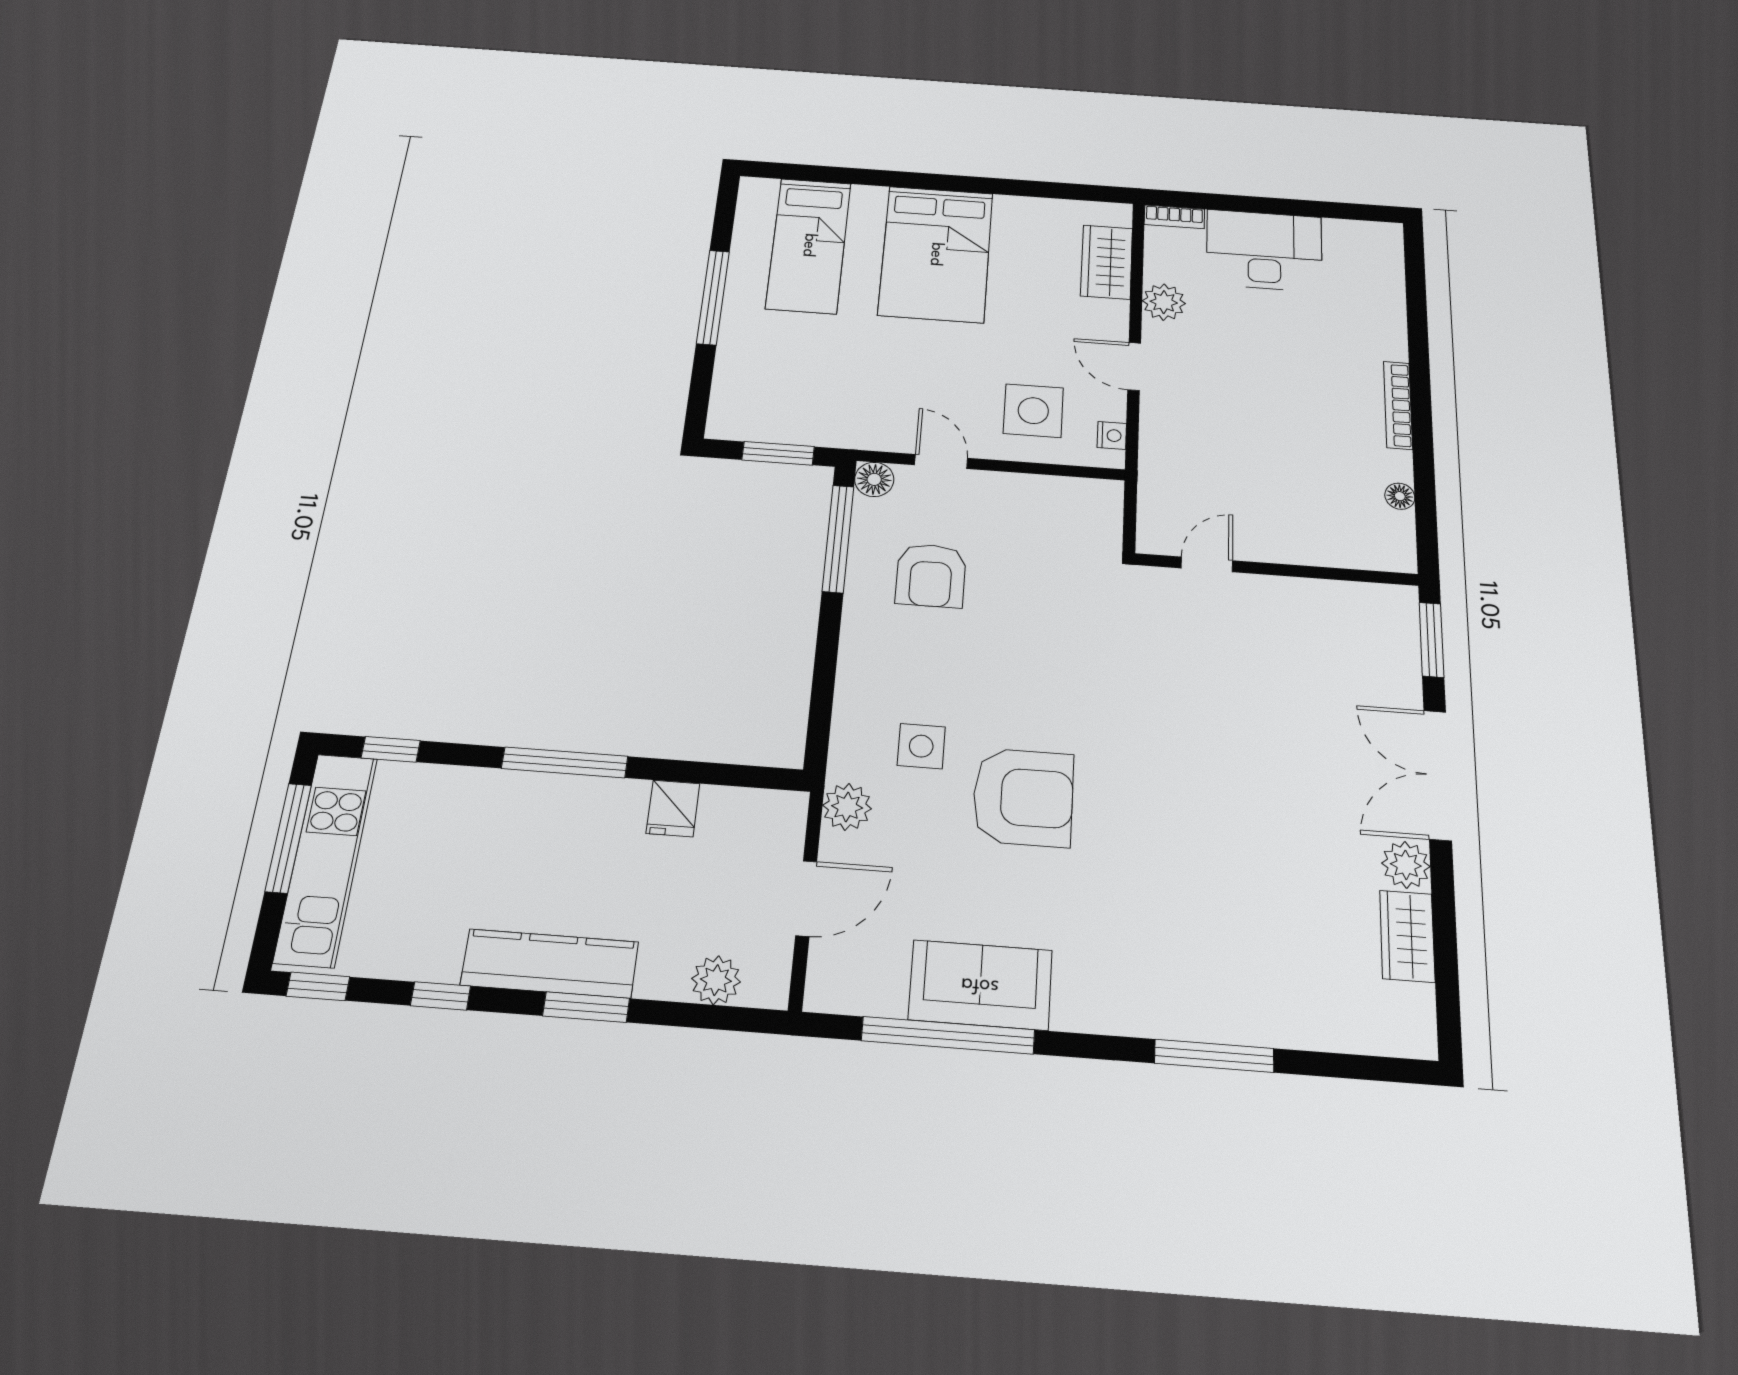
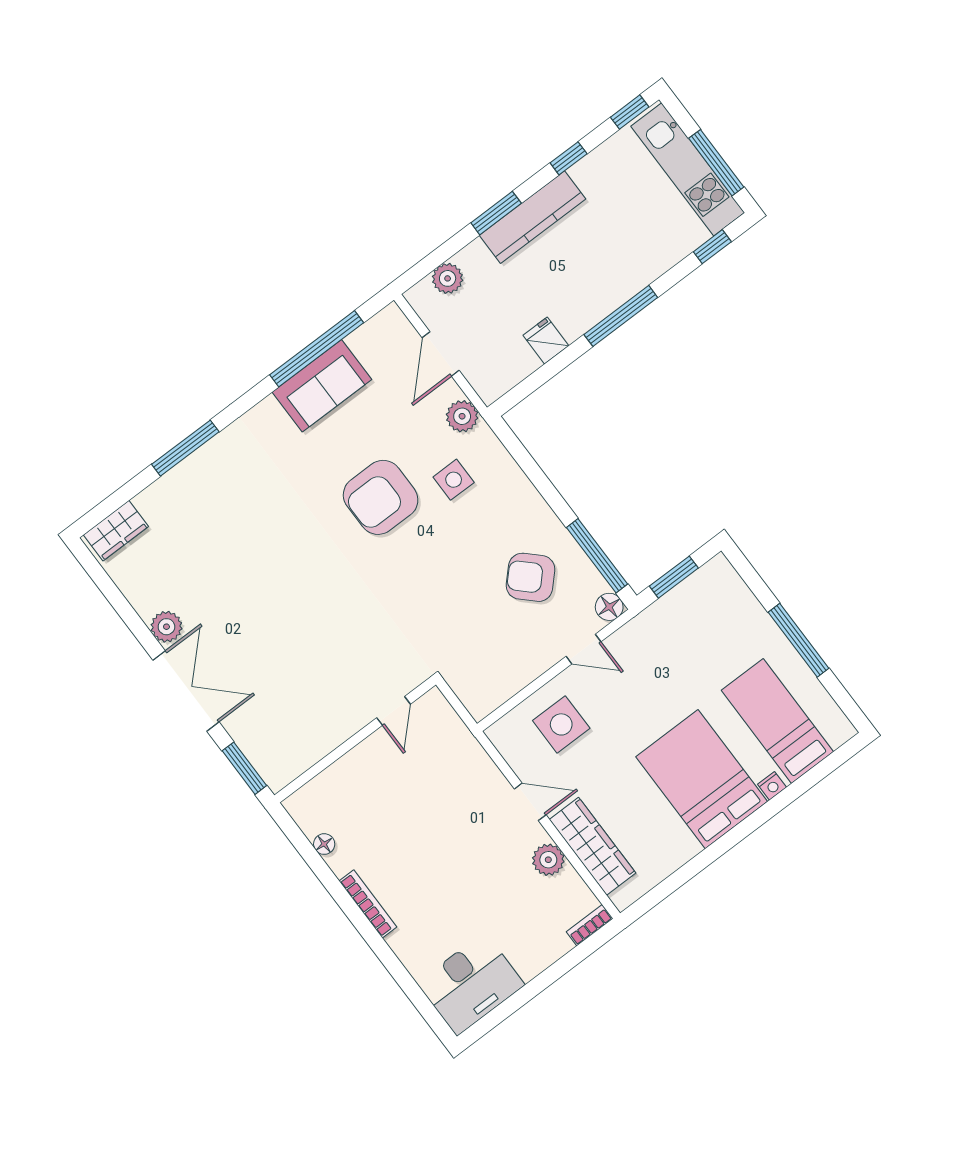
desk: (1264, 250) -> (471, 984), moved
wardrobe: (1107, 262) -> (592, 846), width x1.50
nightstand: (1112, 435) -> (772, 786), moved, turned -90
armchair: (931, 575) -> (530, 577), turned -46
wardrobe: (1407, 936) -> (116, 531), moved, turned 90

